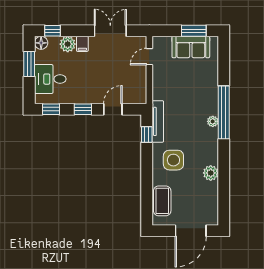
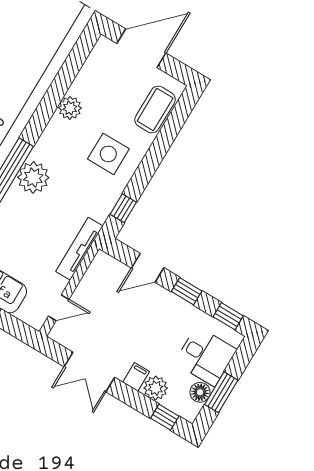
floor lamp: (41, 43) -> (200, 392), moved
tv unit: (158, 121) -> (79, 249), moved
plant: (213, 121) -> (33, 177), width x1.87, depth x1.87

